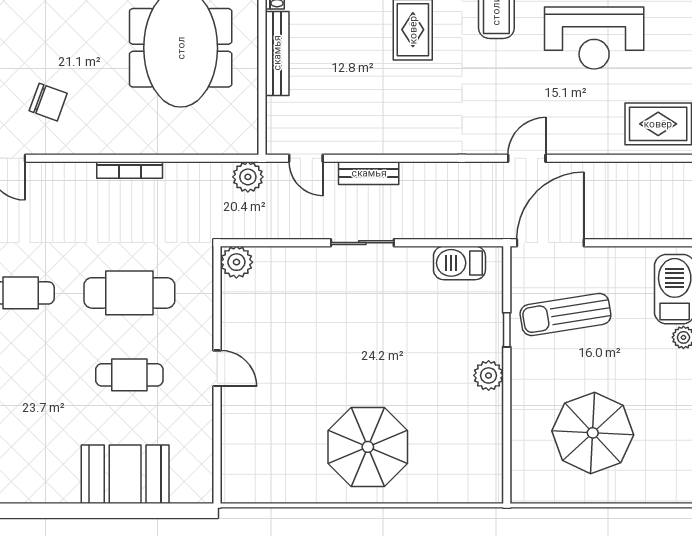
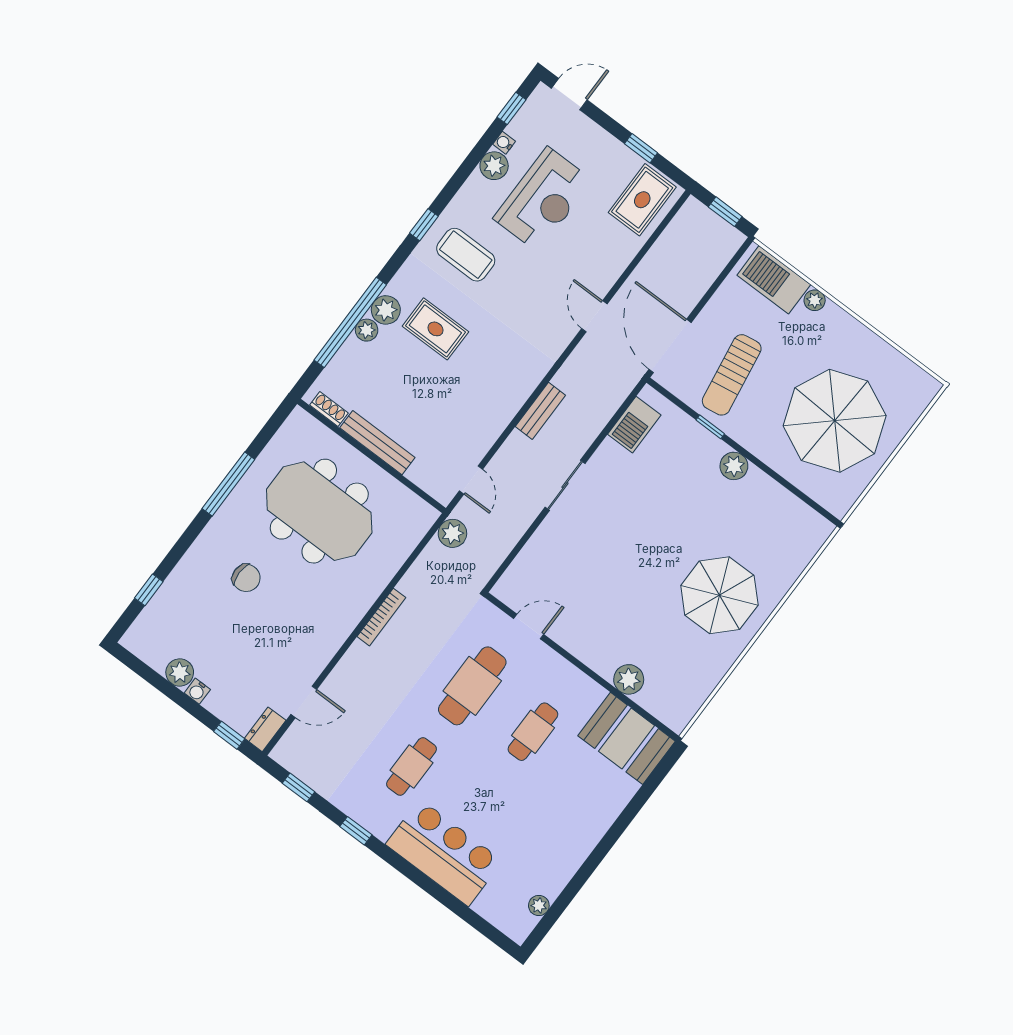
chair: (48, 102) -> (246, 578), moved, turned 70
door: (306, 158) -> (471, 480), hinge flipped
bench: (369, 173) -> (540, 411), moved
plant: (236, 262) -> (629, 679), moved
door: (217, 368) -> (529, 627), moved
parasol: (593, 433) -> (835, 421), width x1.36, depth x1.36
booth: (125, 474) -> (627, 738), moved, turned 90

